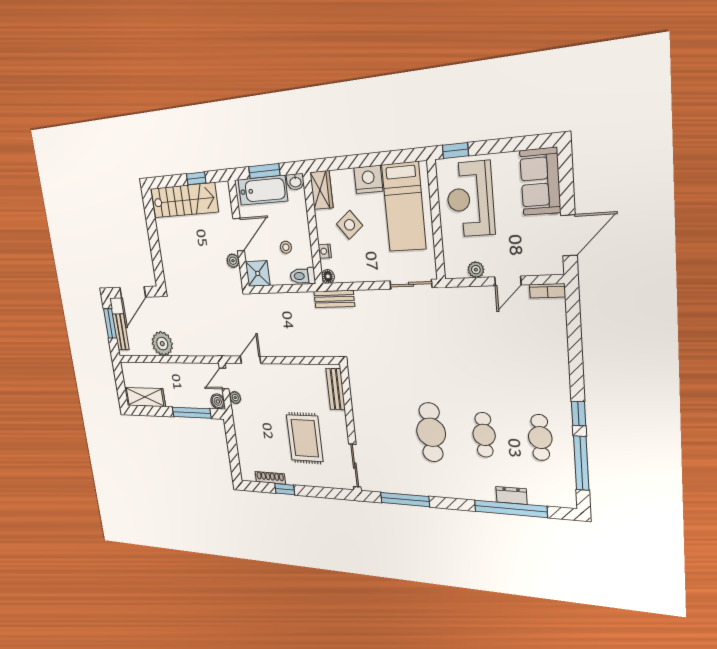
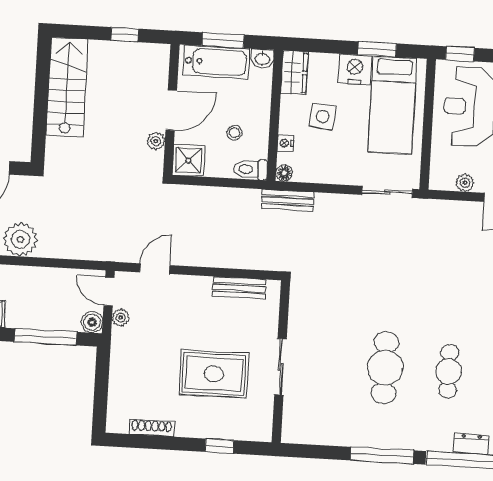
window: (384, 158) -> (377, 49), added
stairs: (184, 200) -> (67, 87), moved, turned -90
side table: (349, 225) -> (323, 116), turned 45
door: (224, 379) -> (109, 291), hinge flipped
bench: (336, 389) -> (239, 288), moved, turned 90
rug: (305, 438) -> (214, 374), turned 90
sliding door: (355, 466) -> (281, 367), moved
window: (285, 489) -> (219, 446), moved
window: (405, 500) -> (382, 455), moved

